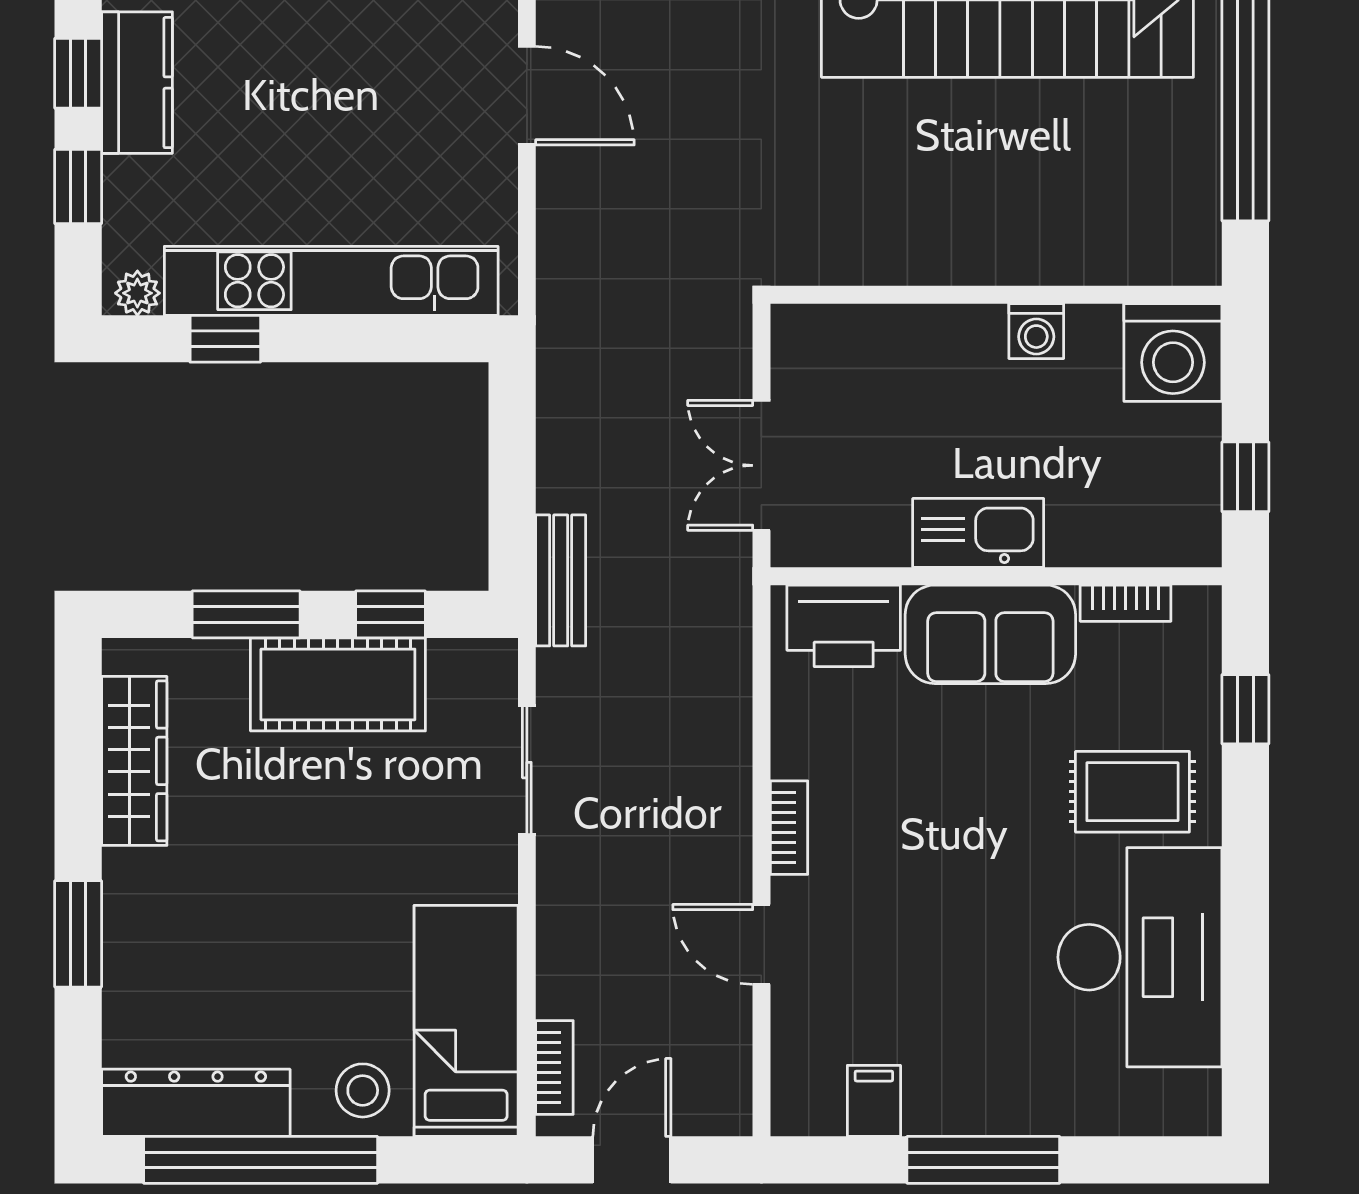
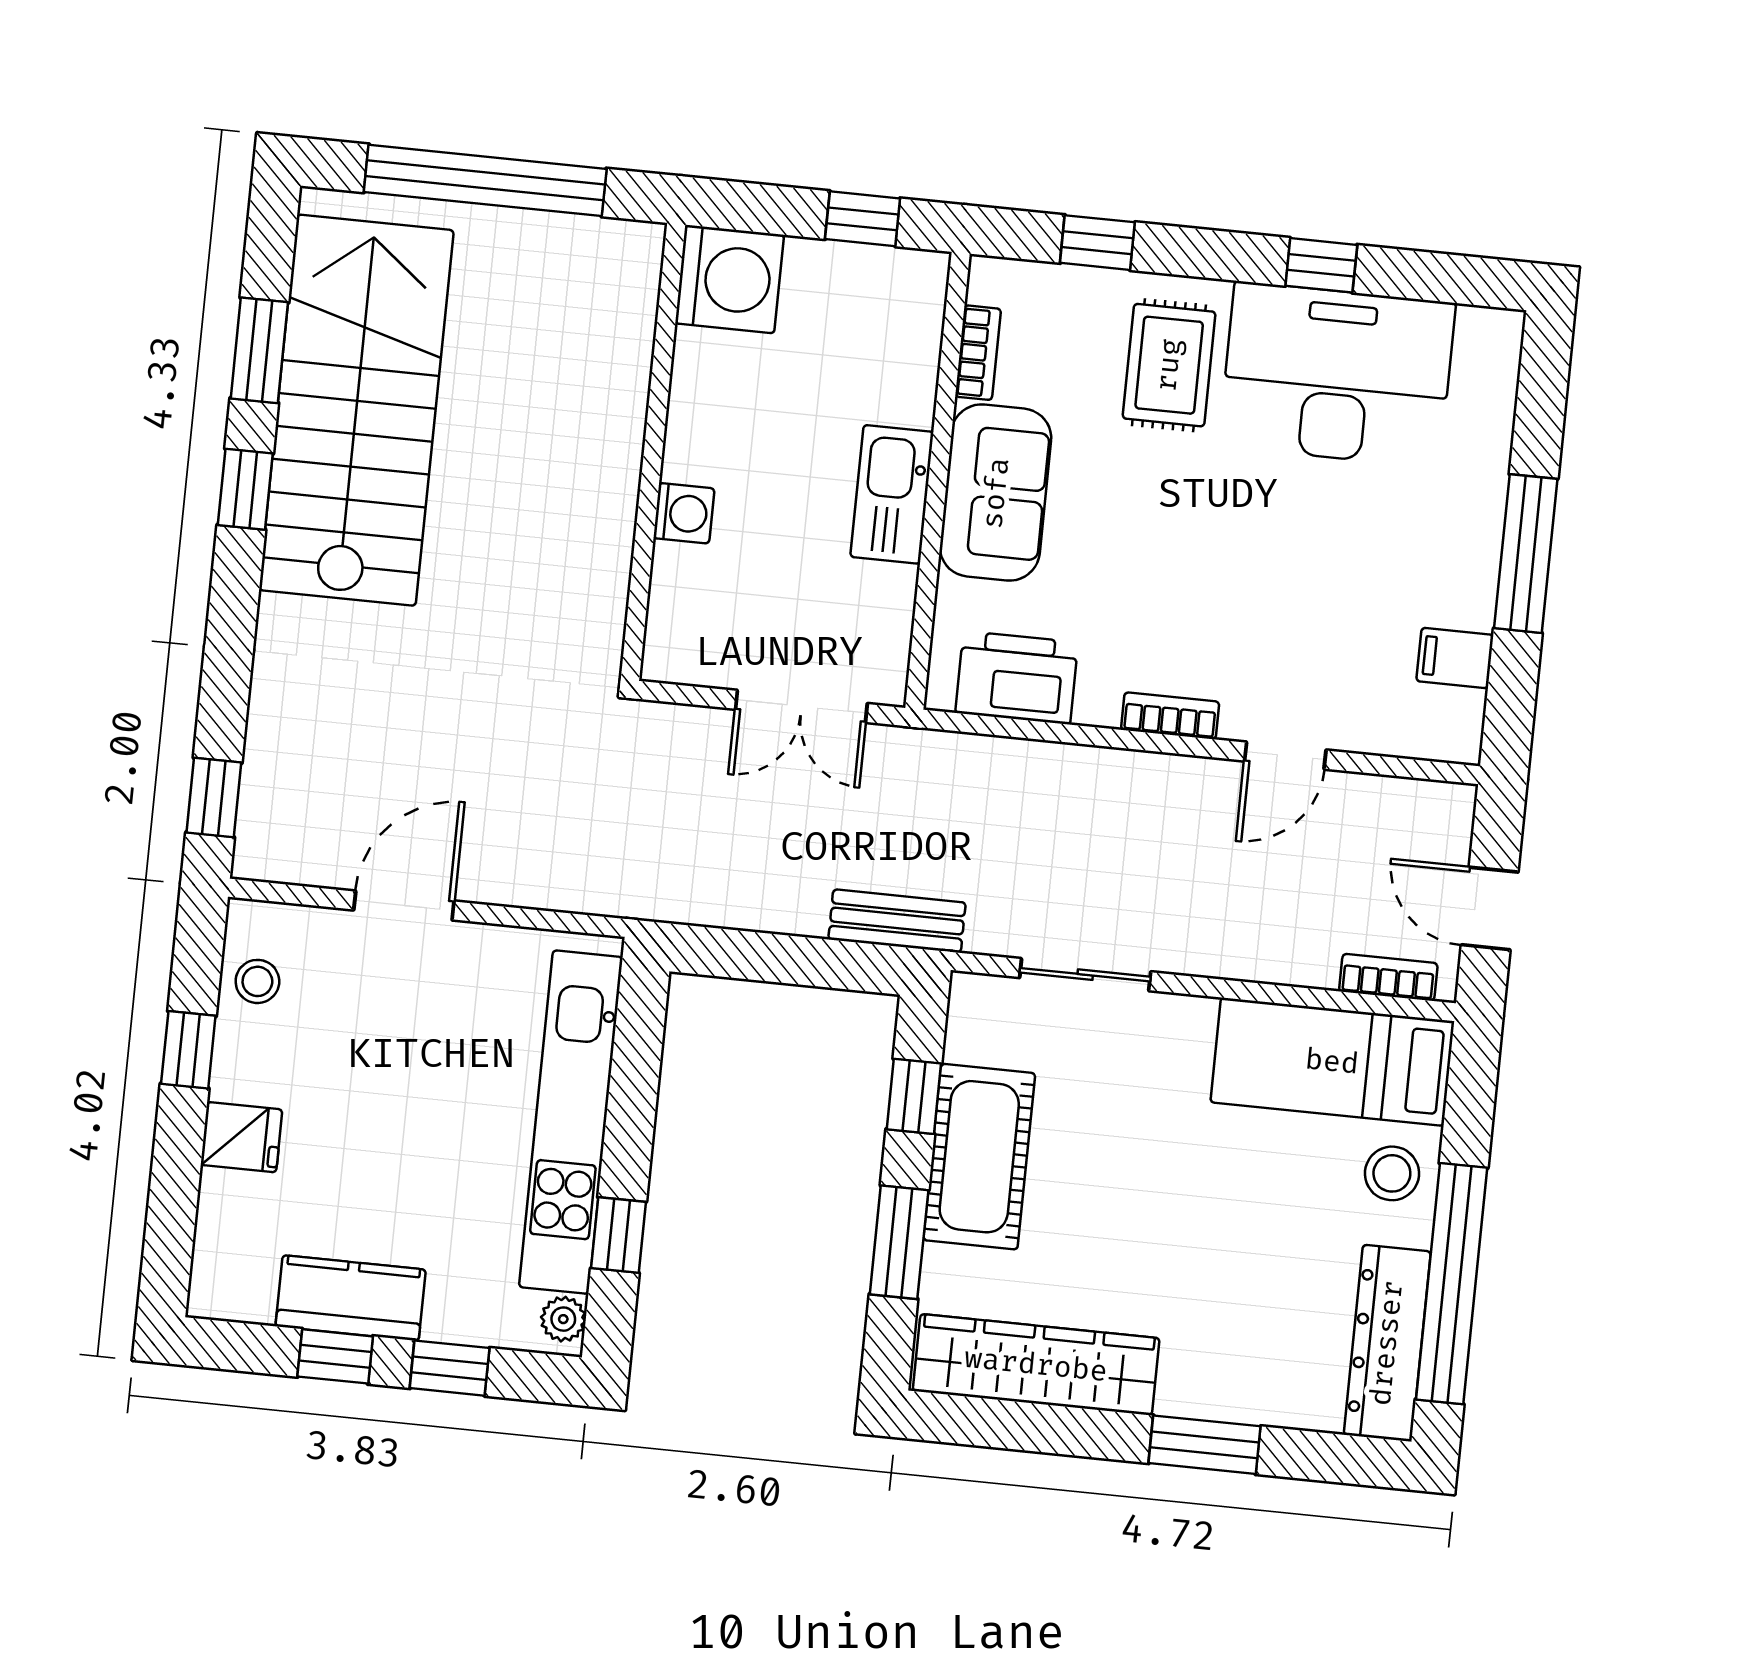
washing machine: (1036, 331) -> (684, 513), moved
printer: (844, 626) -> (1017, 678), moved, turned -90
wardrobe: (134, 761) -> (1036, 1365), width x1.40, depth x1.17
window: (1245, 931) -> (1321, 265), added

